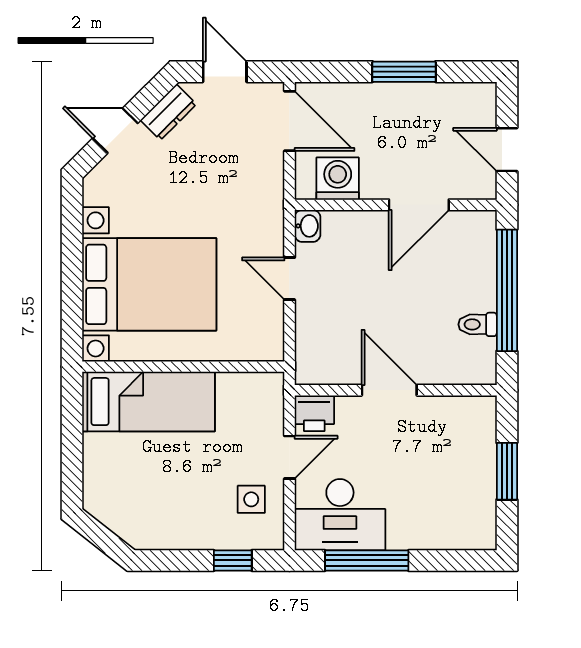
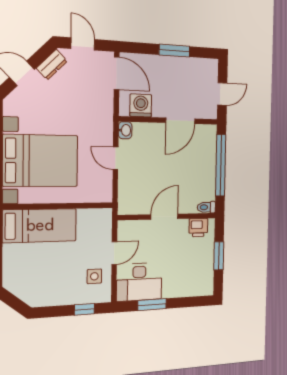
door: (507, 150) -> (222, 94), swing flipped
toilet: (478, 324) -> (206, 207), moved
door: (389, 390) -> (164, 217), hinge flipped
printer: (314, 413) -> (198, 228), moved
window: (367, 560) -> (152, 305), width x0.69

